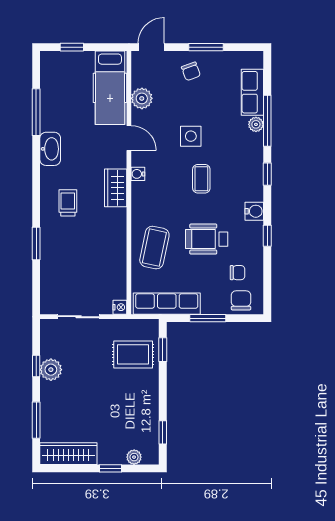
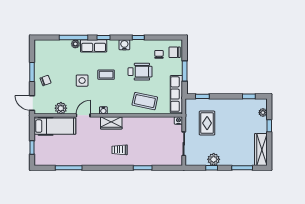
row of seats: (252, 92) -> (94, 46), moved
washbasin: (50, 149) -> (89, 160), removed
wheelchair: (207, 239) -> (140, 72), turned -90
rug: (133, 354) -> (207, 123), moved

